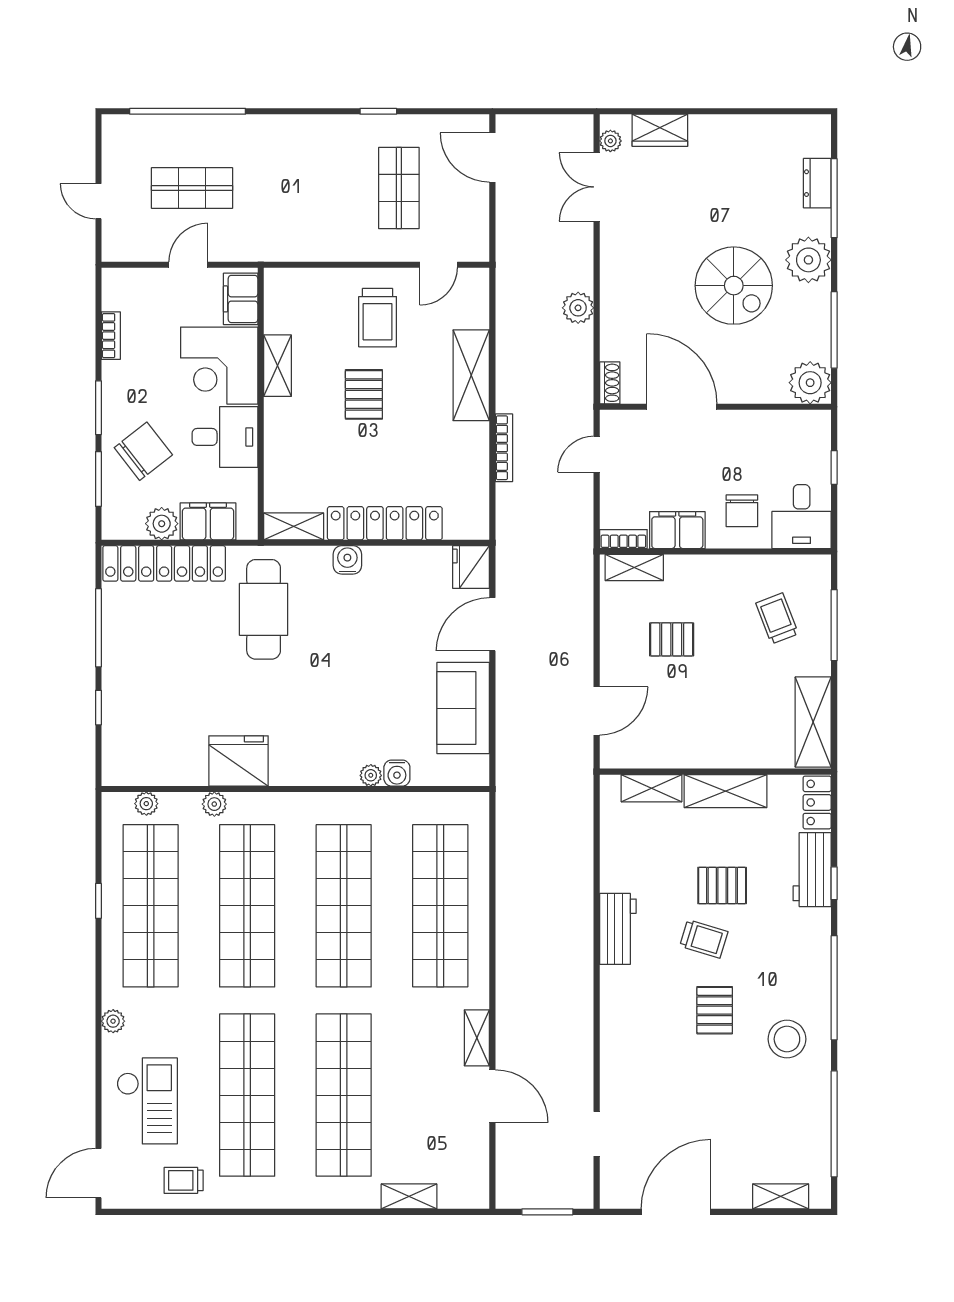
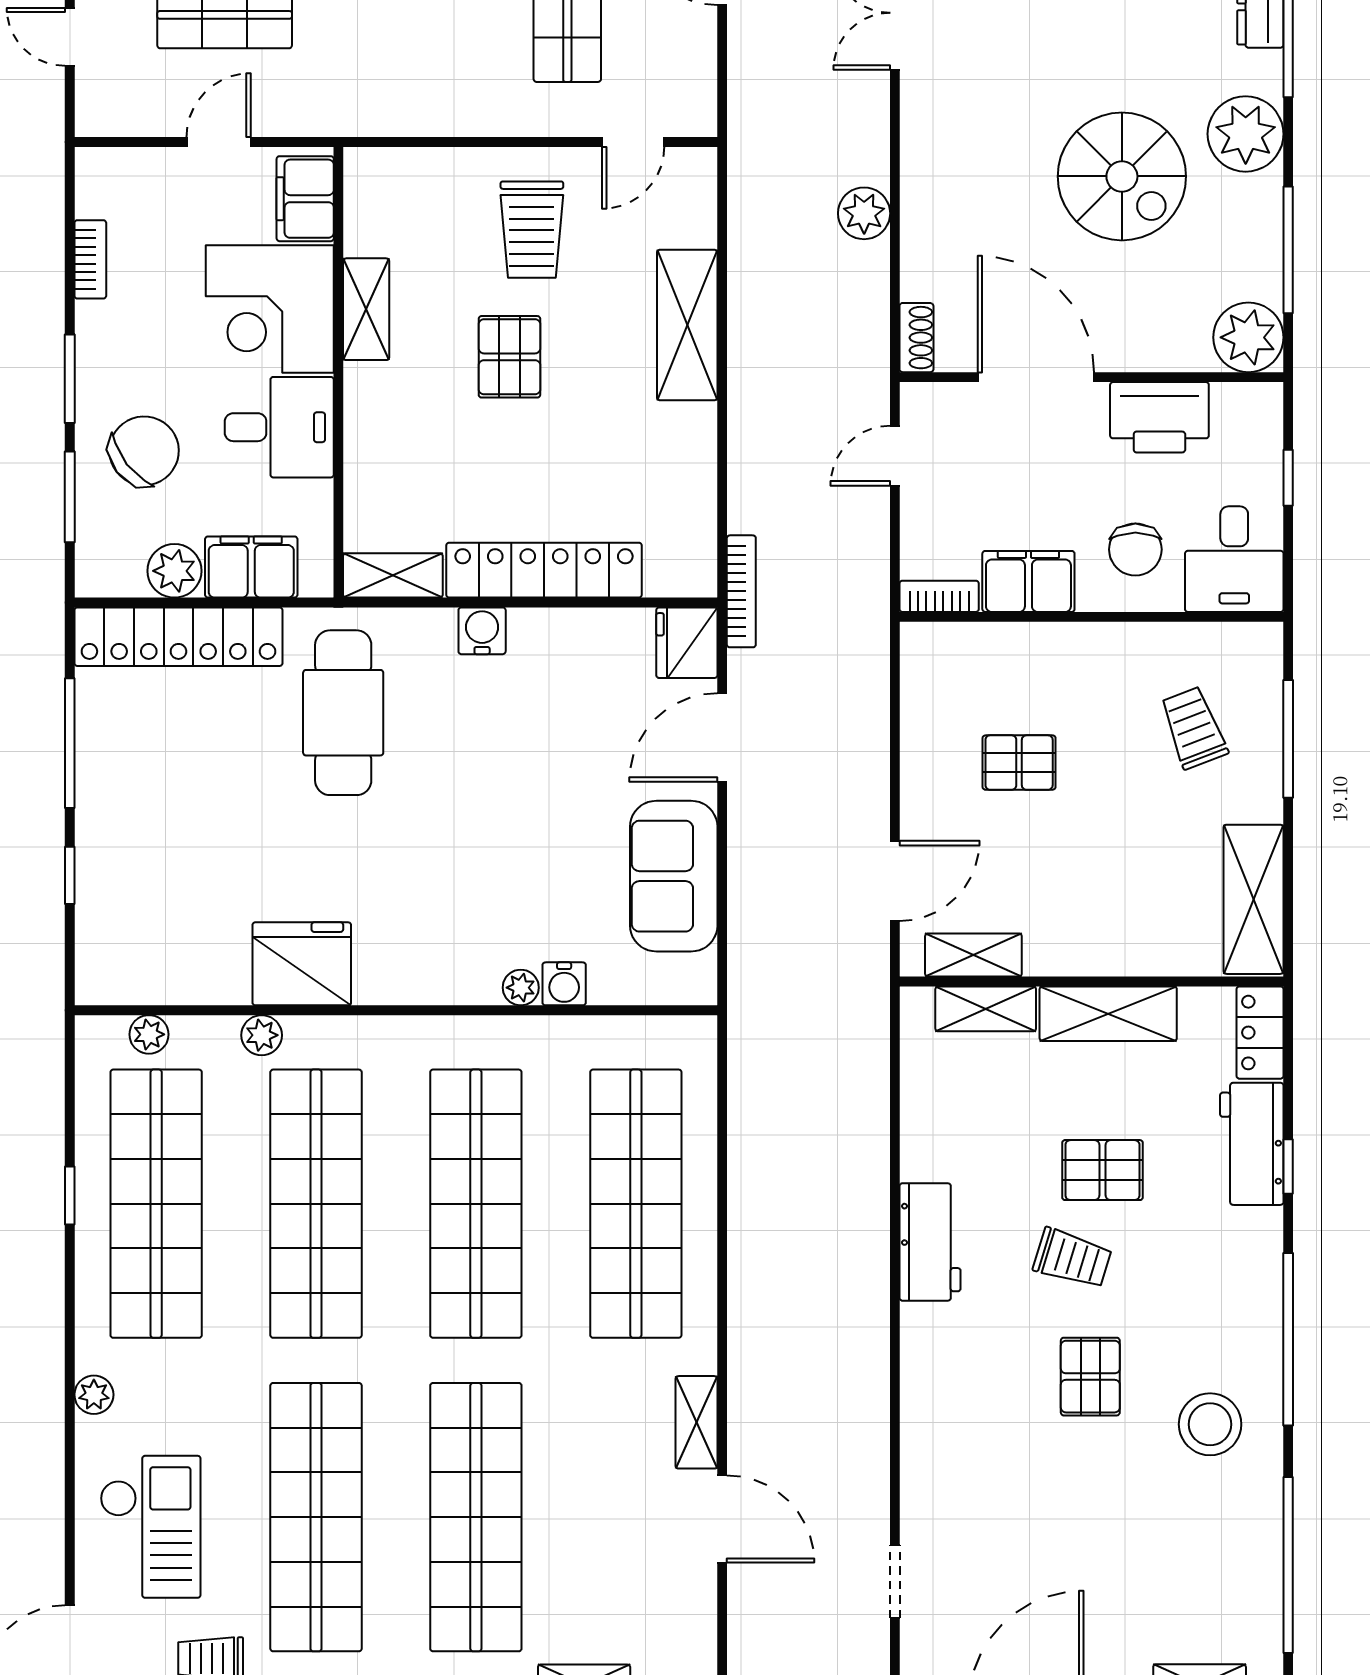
printer: (756, 431) -> (1159, 417), added
bookcase: (504, 448) -> (741, 591), moved
shelving: (634, 567) -> (973, 955), moved

